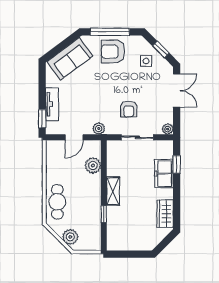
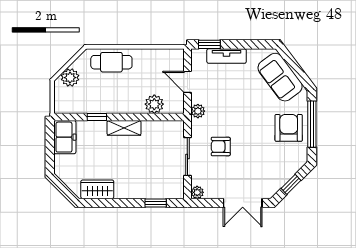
side table: (146, 61) -> (278, 167), removed
freezer: (164, 174) -> (65, 137), moved, turned 90

